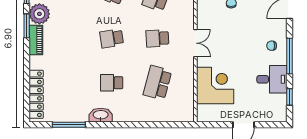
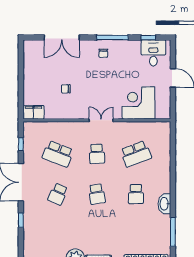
desk: (272, 79) -> (153, 53), moved
school desk: (157, 83) -> (136, 154), turned -36

